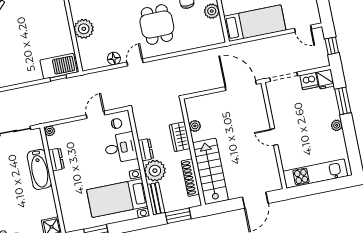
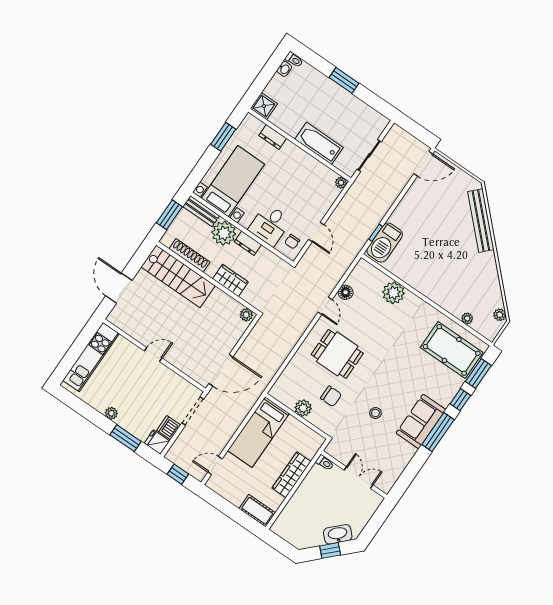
plant: (195, 126) -> (246, 315), moved
dresser: (56, 159) -> (273, 137), moved

